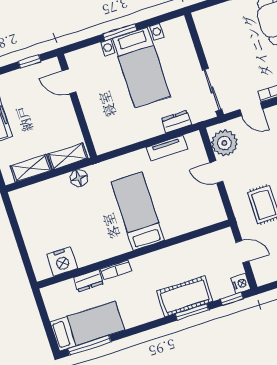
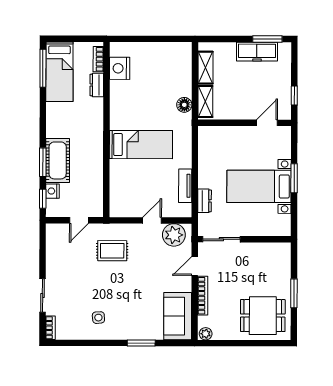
bookcase: (116, 270) -> (98, 59), moved
nightstand: (241, 284) -> (52, 191), moved, turned 90

